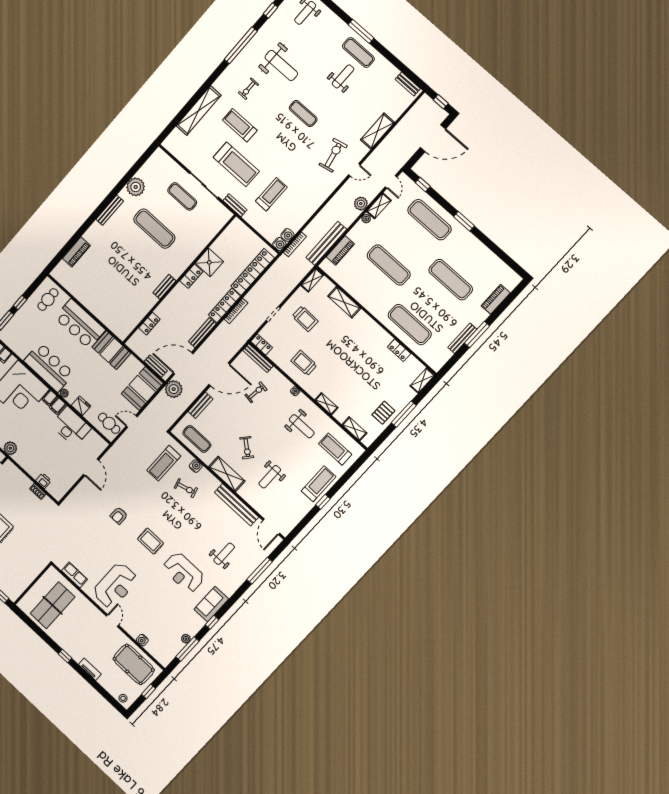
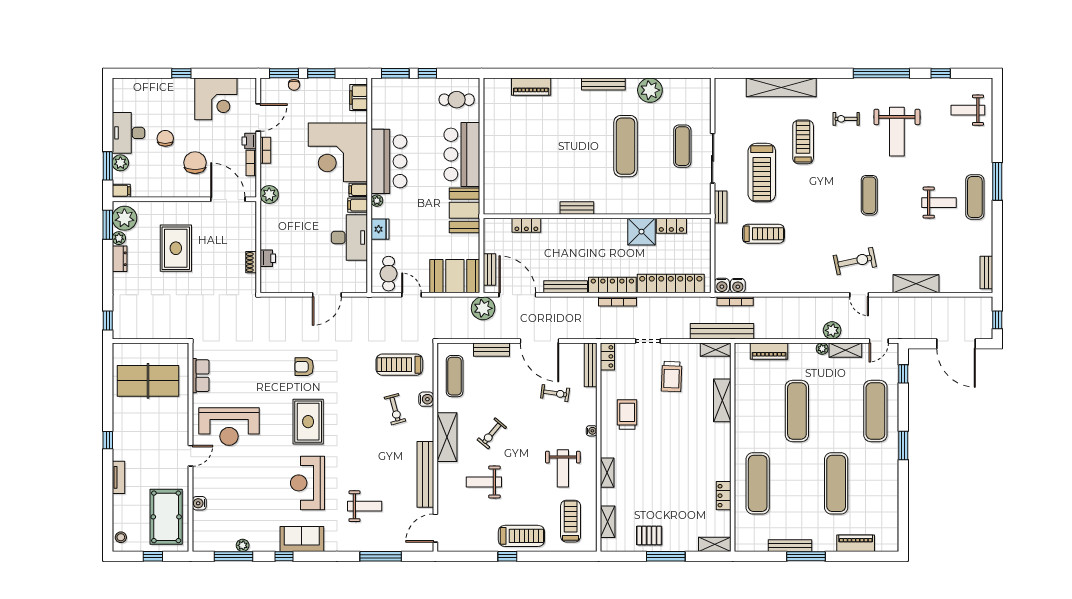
bench: (326, 243) -> (722, 331), moved
locker: (191, 276) -> (671, 226), moved
rug: (150, 541) -> (308, 422), width x1.36, depth x1.43

